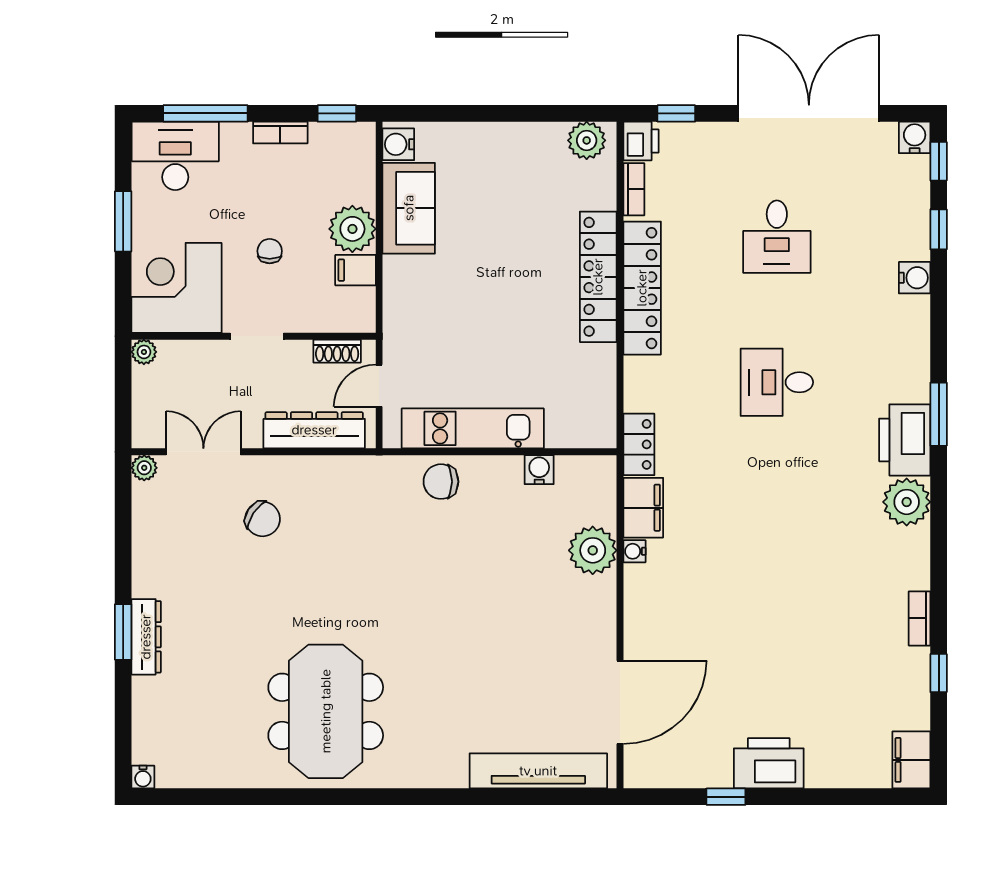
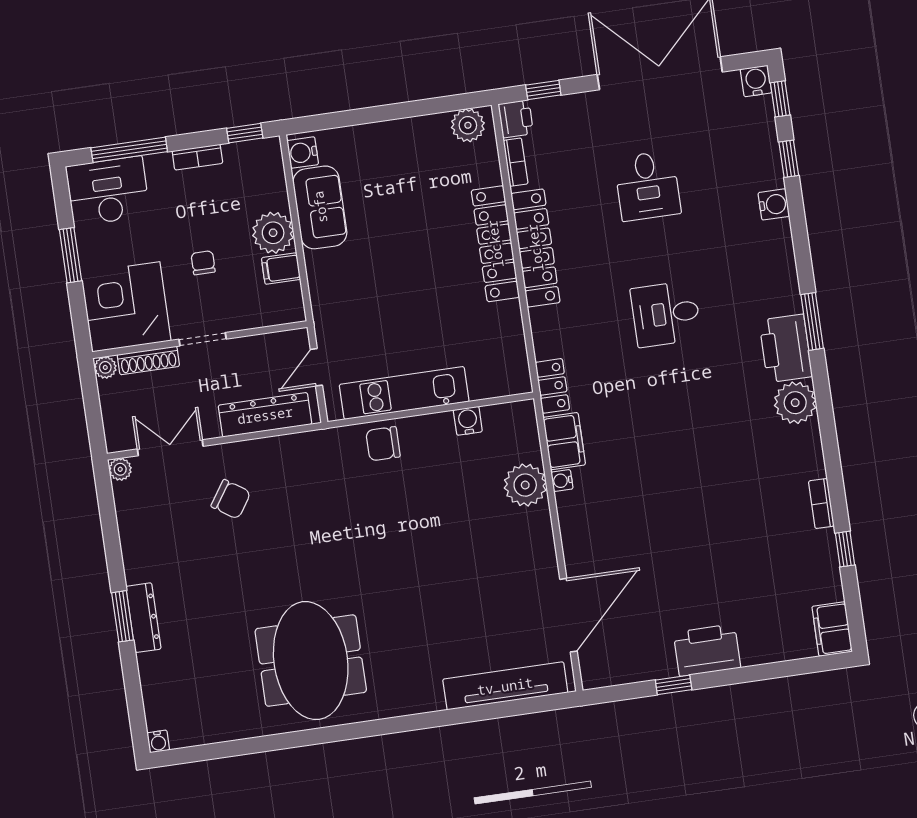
shoe rack: (337, 351) -> (148, 360), moved, width x1.43

